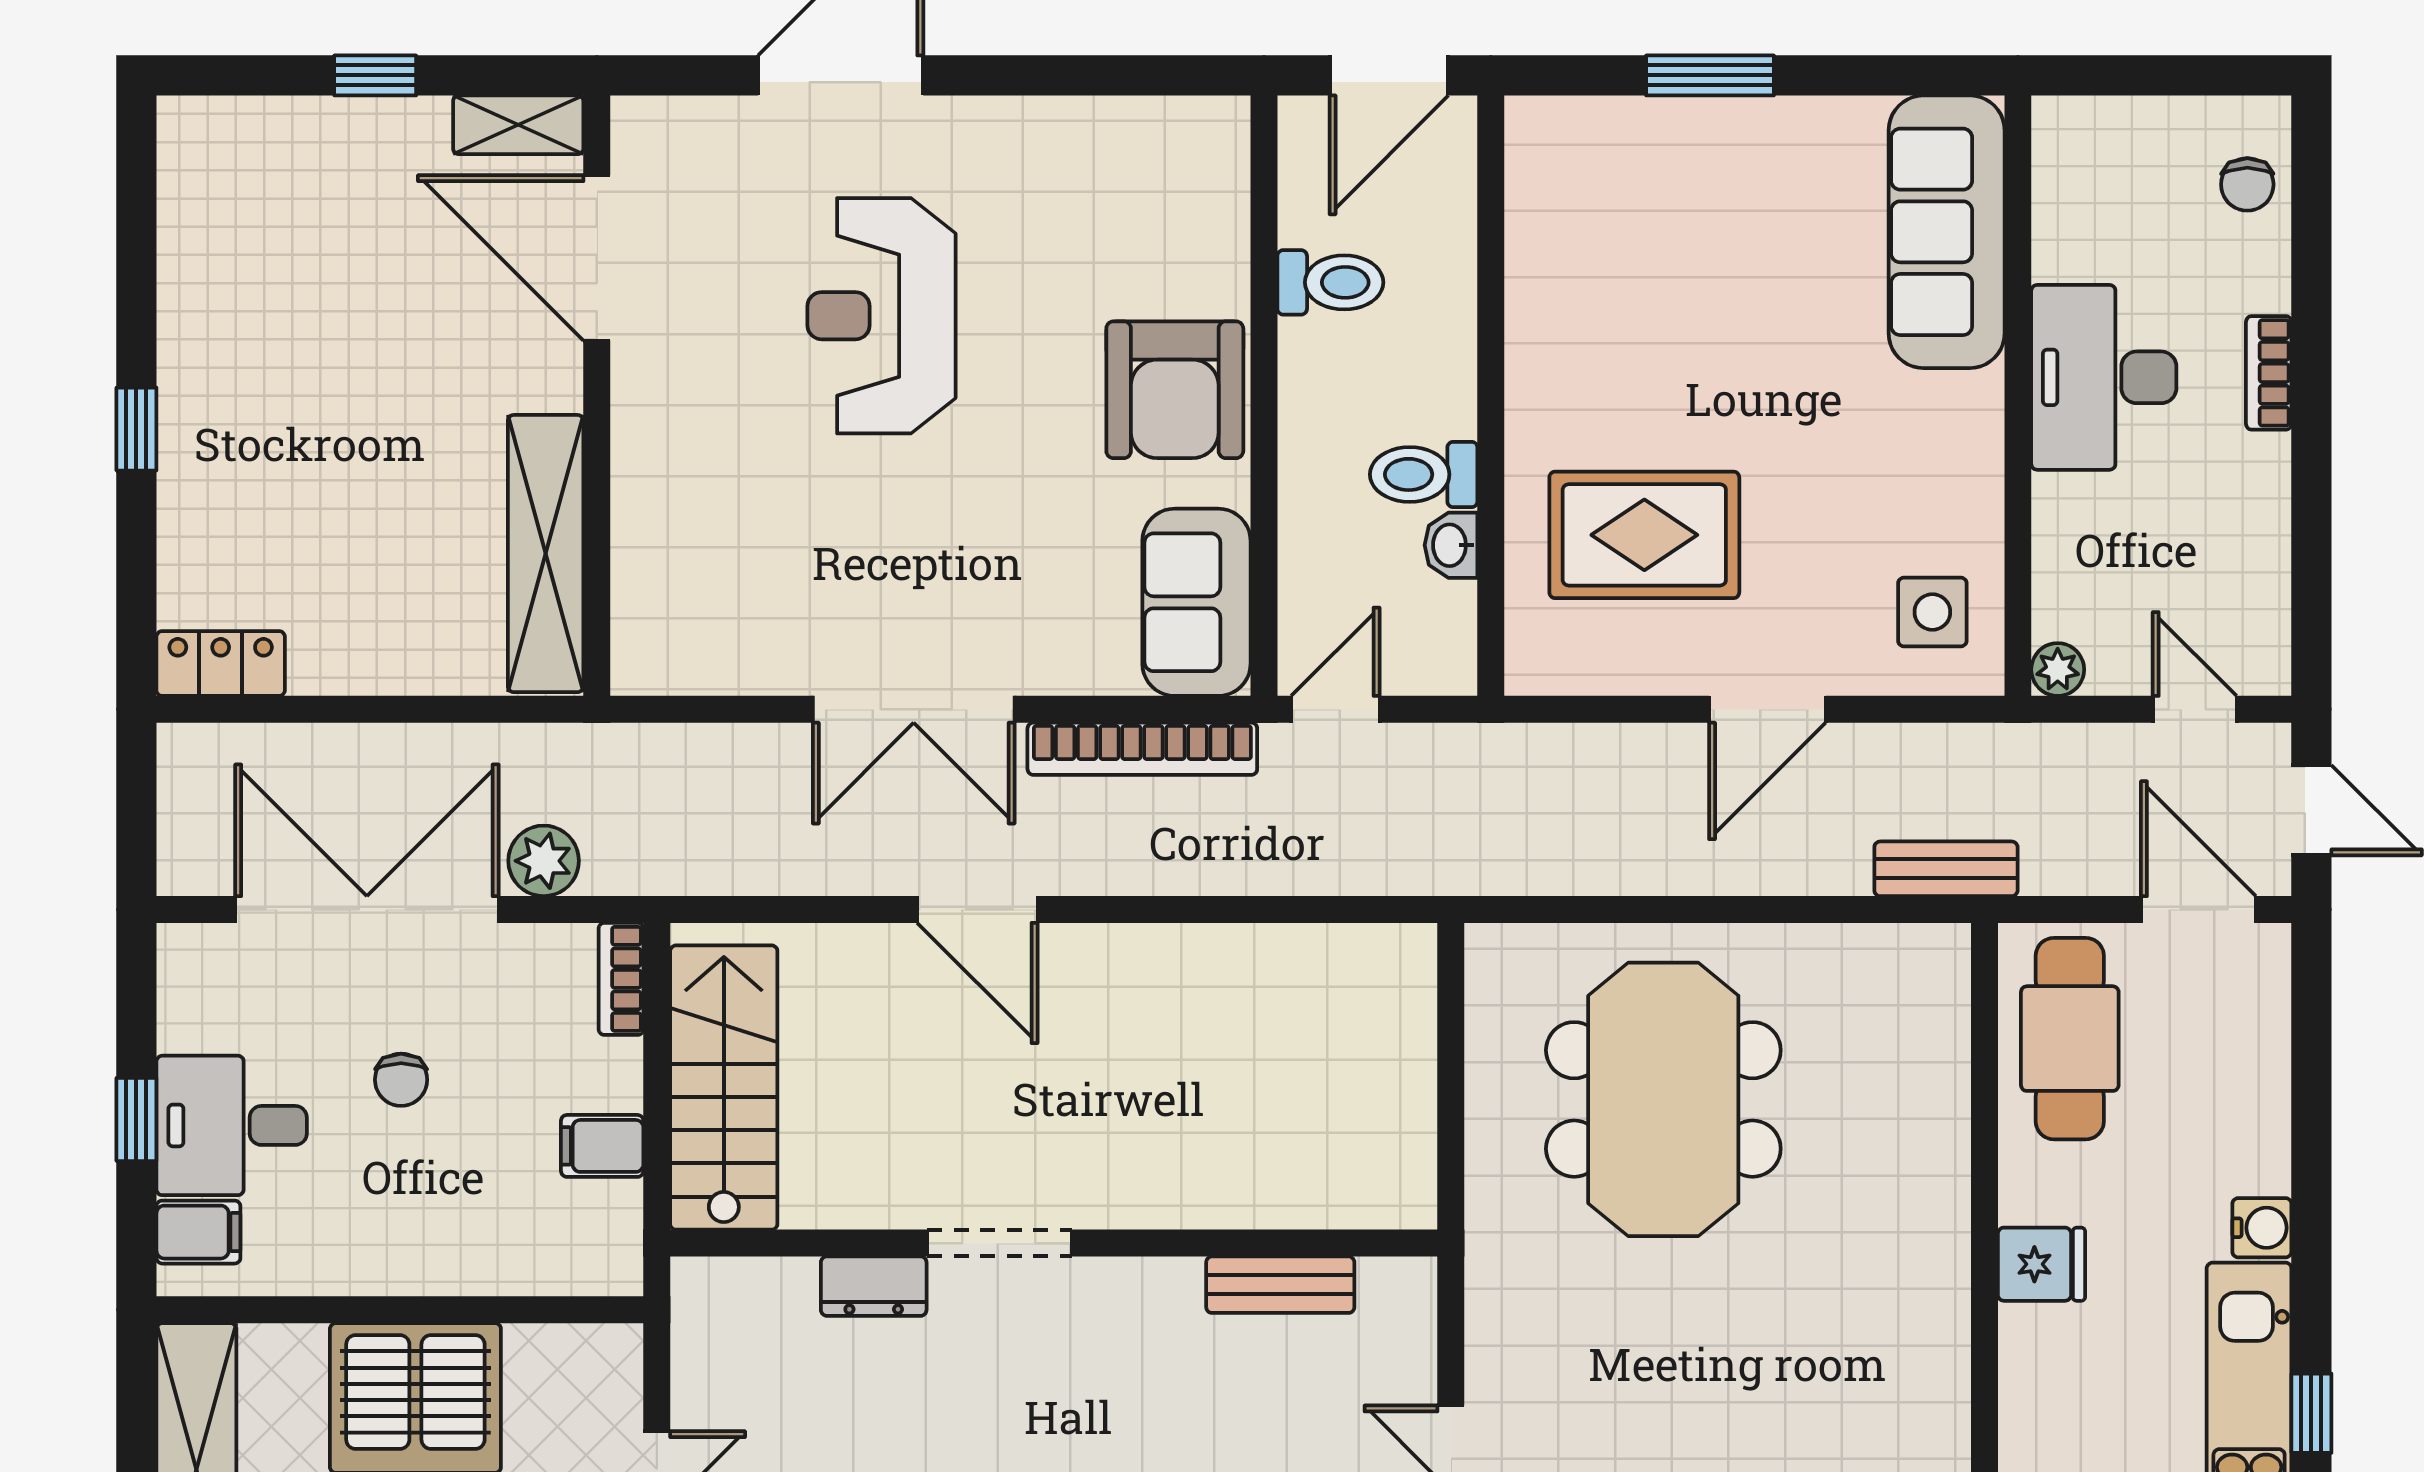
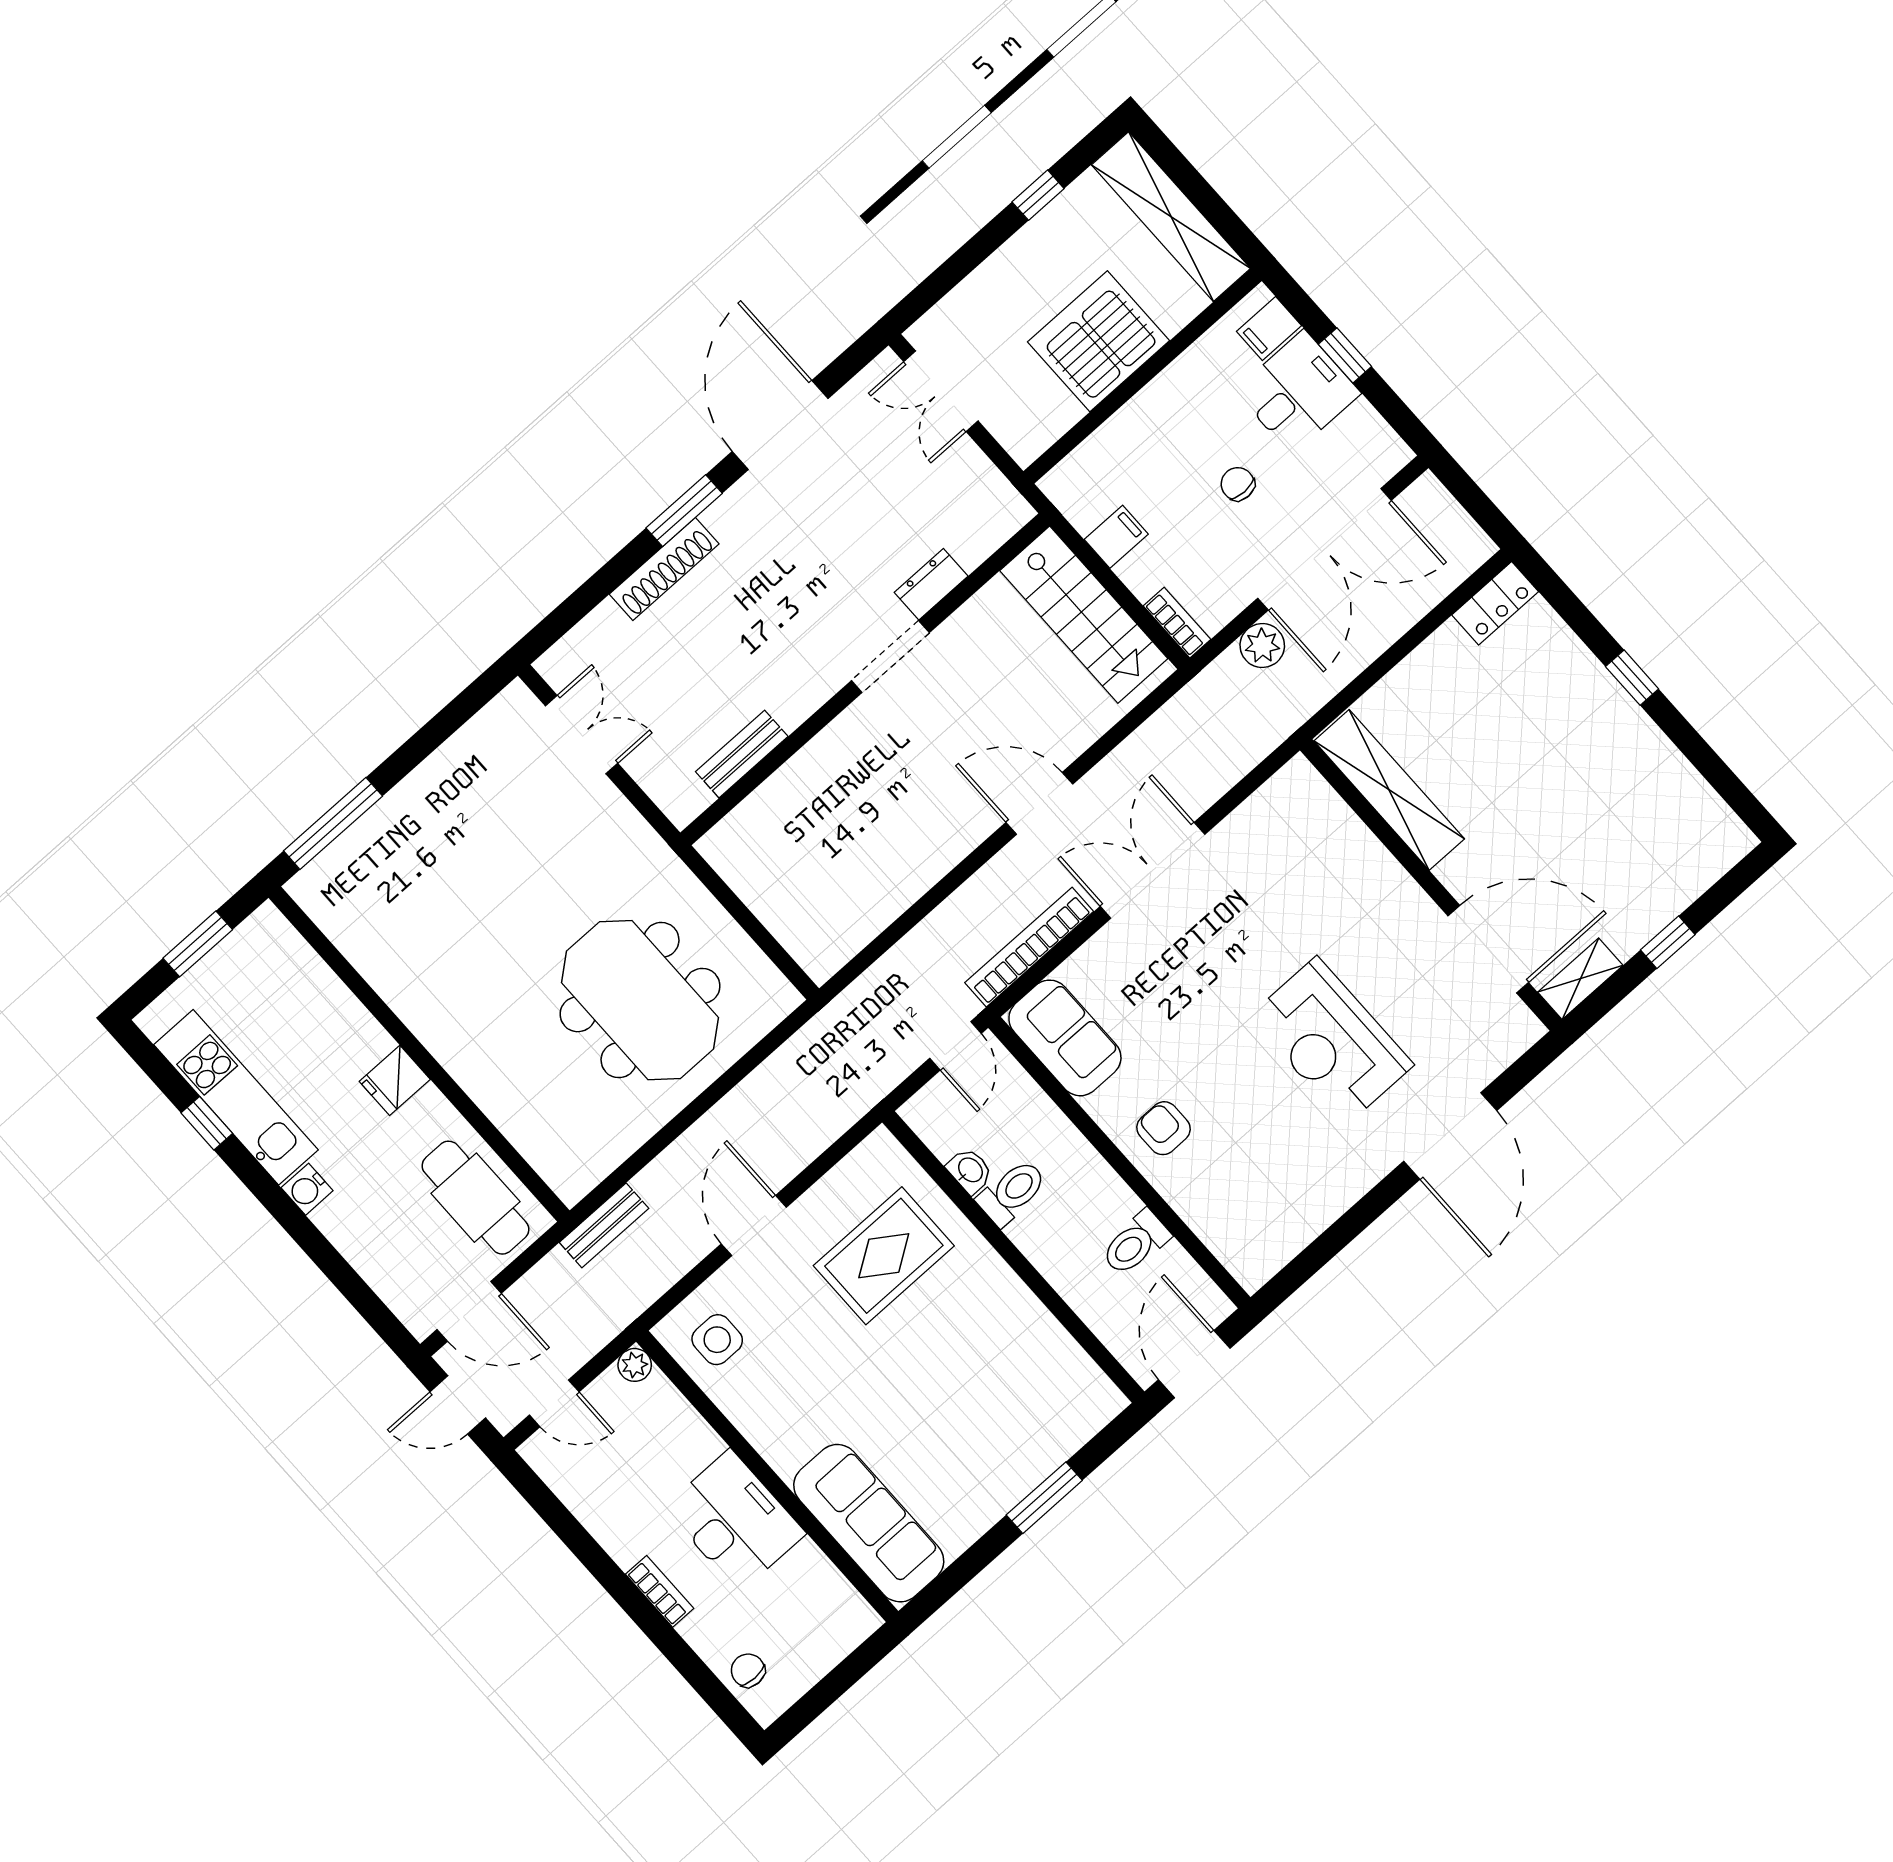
reception desk: (881, 316) -> (1331, 1041), turned 180
armchair: (1175, 390) -> (1163, 1128), width x0.53, depth x0.53

